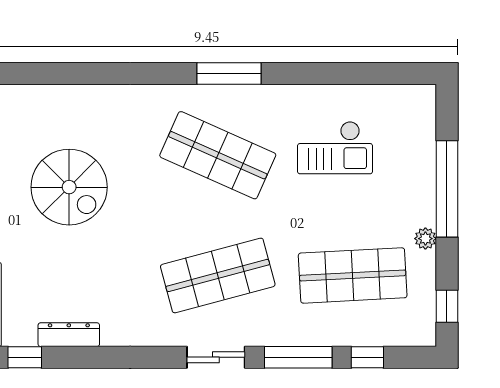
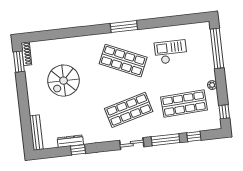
checkout: (335, 148) -> (171, 52), turned 180
spiral stairs: (69, 187) -> (64, 81), turned 90
window: (447, 189) -> (217, 48), moved
window: (25, 357) -> (78, 150), moved

